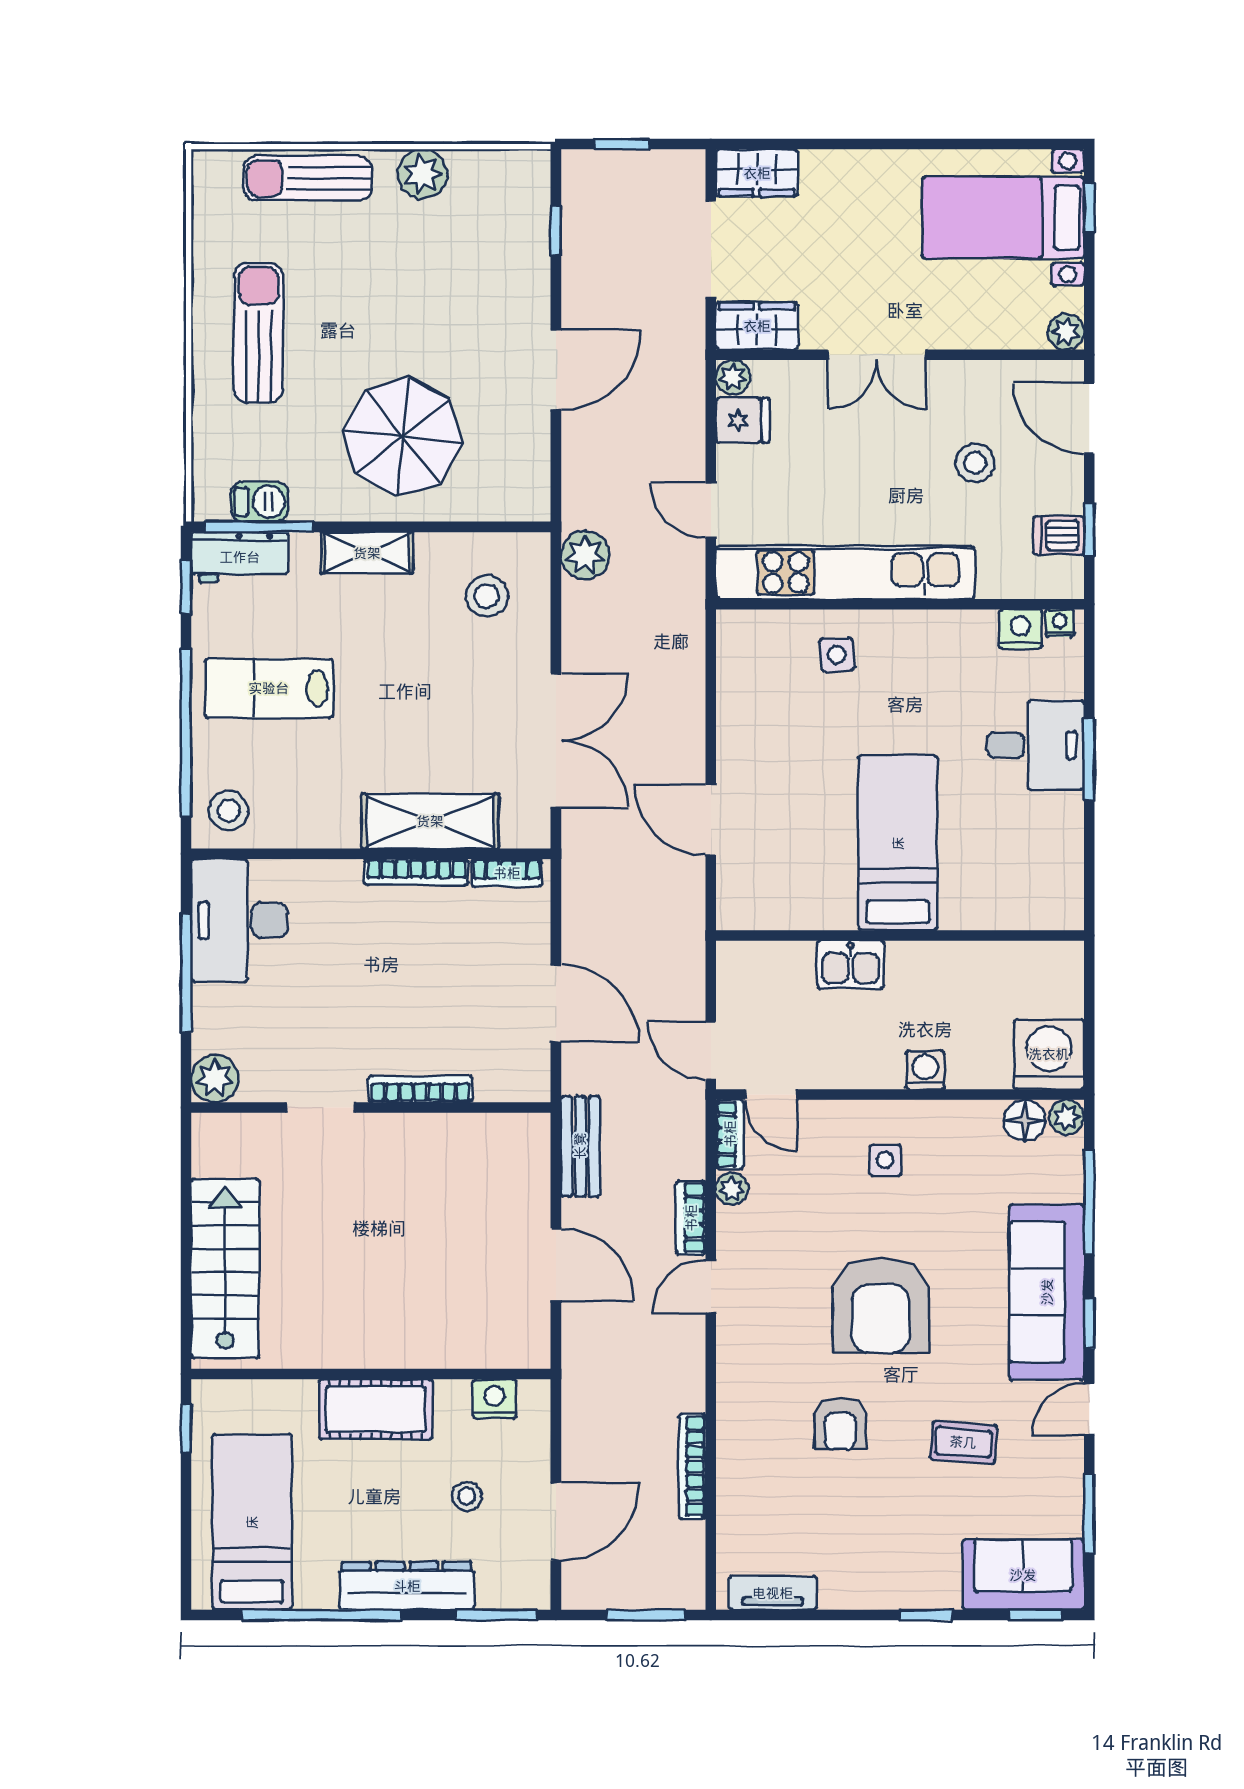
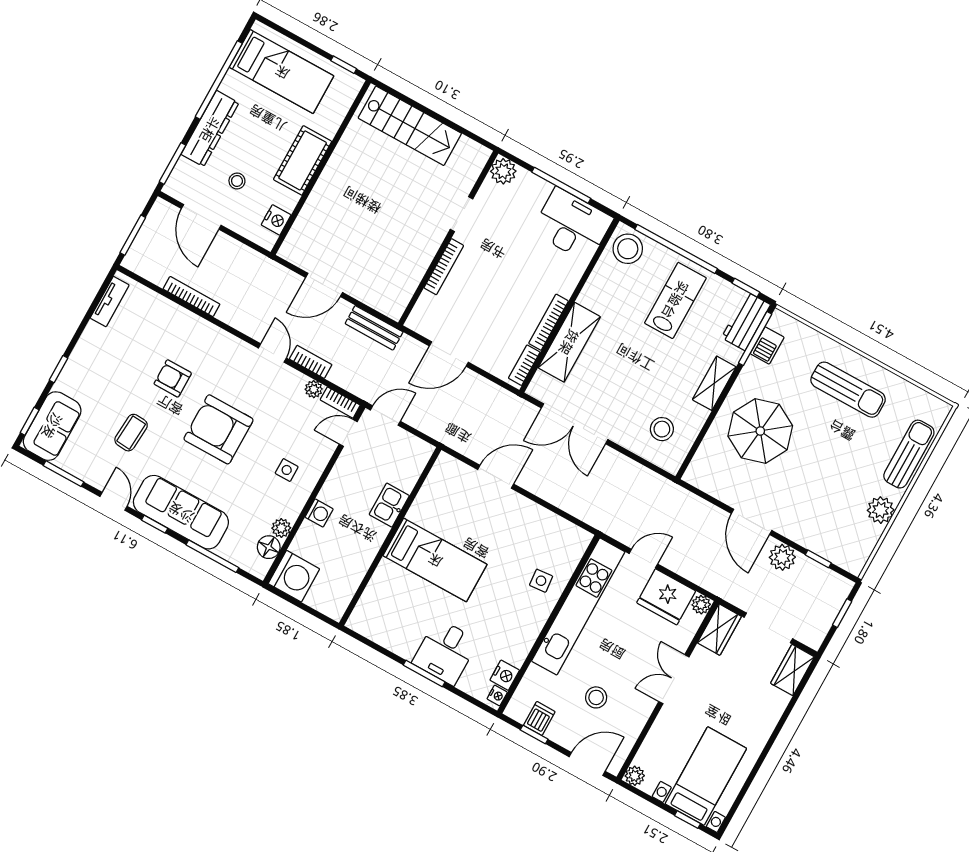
fridge: (743, 420) -> (666, 597), width x1.88, depth x1.34
plant: (585, 555) -> (782, 557), moved
stool: (229, 810) -> (628, 249), width x1.38, depth x1.38
plant: (1066, 1117) -> (281, 528), moved

